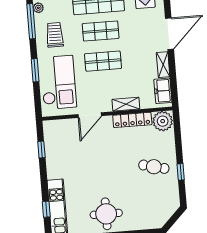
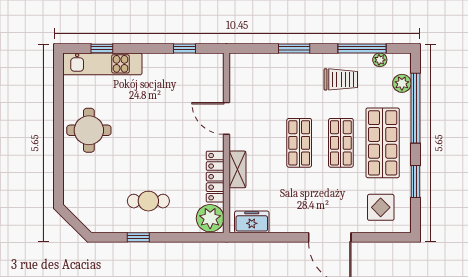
shelving: (163, 65) -> (288, 225), removed
checkout: (58, 82) -> (275, 79), removed
cafe table: (154, 167) -> (148, 201), turned 76

